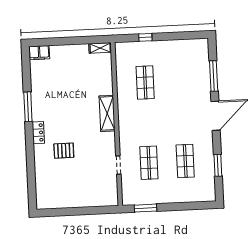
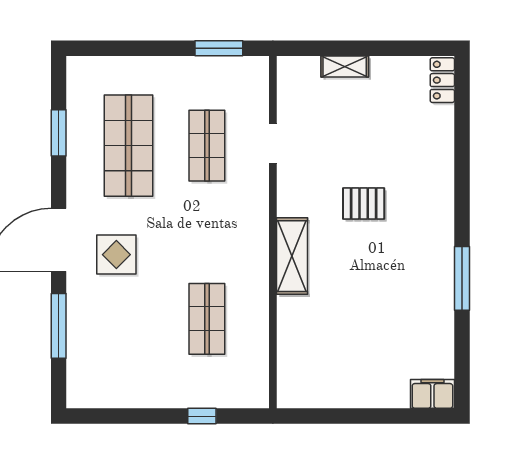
shelving: (100, 48) -> (345, 67), moved
display table: (188, 110) -> (116, 255), added
locker: (38, 133) -> (442, 80), moved
pallet: (64, 151) -> (364, 203), moved
shop shelf: (185, 161) -> (128, 146), width x1.43, depth x1.36

